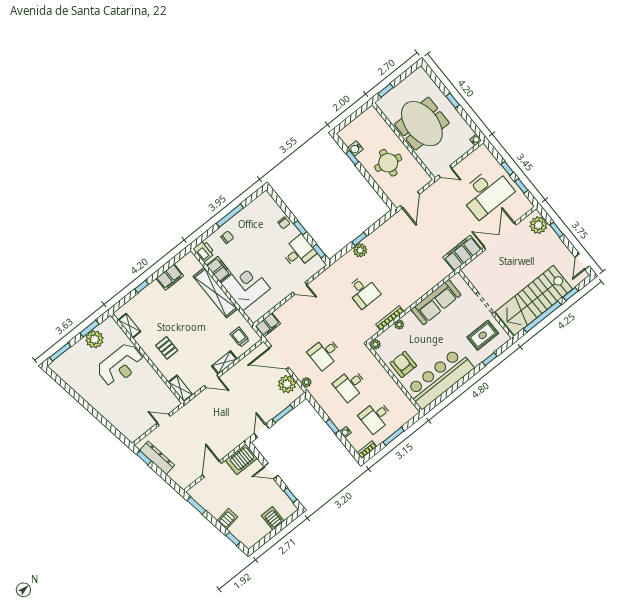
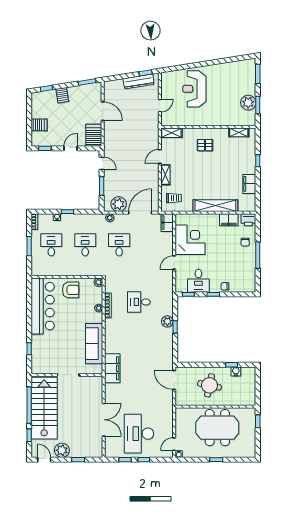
door: (445, 172) -> (174, 444), moved
plant: (538, 225) -> (62, 450), moved
filing cabinet: (462, 253) -> (112, 368), moved
corner desk: (246, 286) -> (190, 240), moved, turned -90
rug: (483, 335) -> (48, 357), removed
reception desk: (120, 365) -> (194, 89), moved

